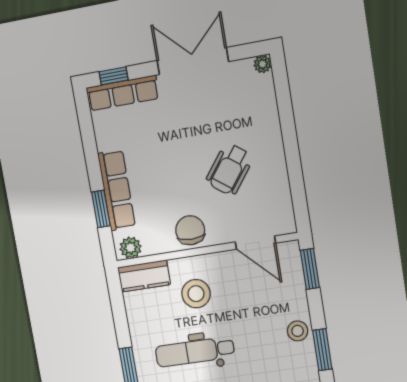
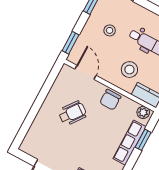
plant: (262, 64) -> (24, 147), removed
stool: (298, 331) -> (110, 30), moved

